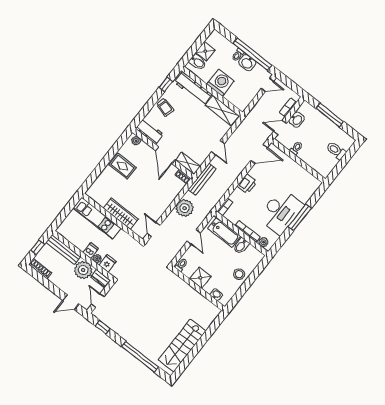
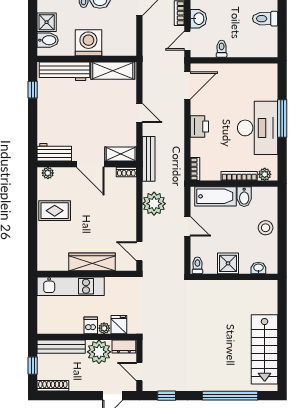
trolley: (165, 107) -> (51, 114), removed

